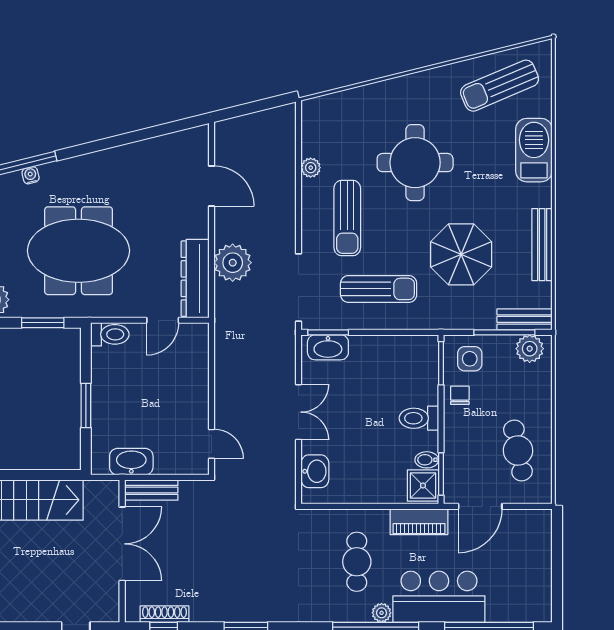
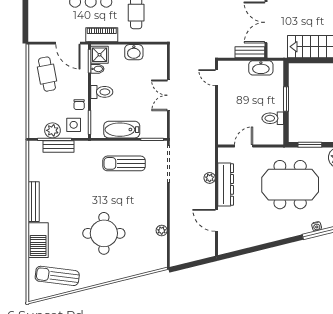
sun lounger: (500, 86) -> (57, 276), turned -150
sun lounger: (347, 218) -> (141, 203), removed
bench: (542, 245) -> (34, 202), moved
parasol: (461, 254) -> (78, 183), removed
plant: (233, 263) -> (210, 178), width x0.53, depth x0.53
dresser: (195, 279) -> (226, 184), moved
bench: (525, 319) -> (58, 147), moved
toilet: (110, 334) -> (273, 118), moved
washbasin: (328, 347) -> (152, 131), removed
plant: (530, 349) -> (52, 130), moved
bathtub: (383, 350) -> (122, 130), added
washbasin: (315, 471) -> (134, 52), moved, turned -90
door: (480, 506) -> (68, 43), swing flipped

